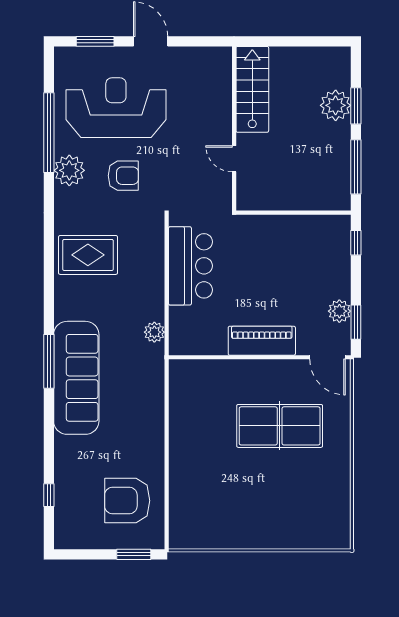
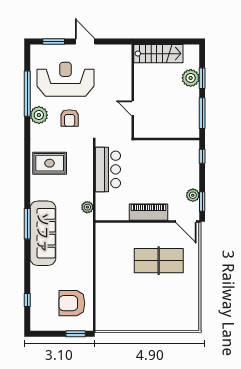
stairs: (252, 89) -> (158, 54), moved, turned 90
armchair: (123, 176) -> (70, 118), turned 90

